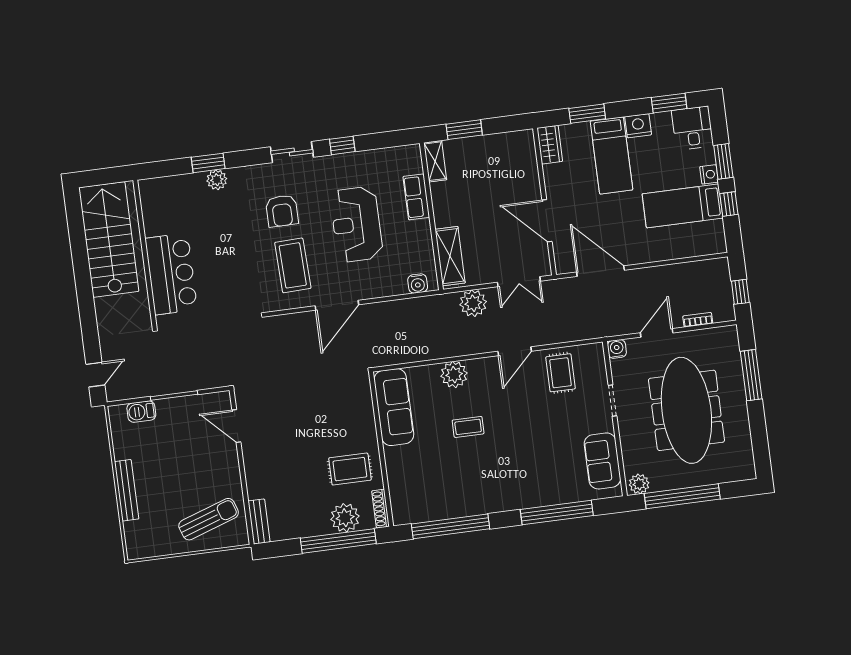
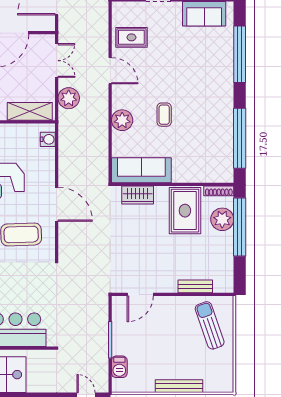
wardrobe: (362, 407) -> (138, 195), added
rug: (350, 469) -> (185, 211), width x1.36, depth x1.43
bench: (259, 521) -> (195, 286), moved

